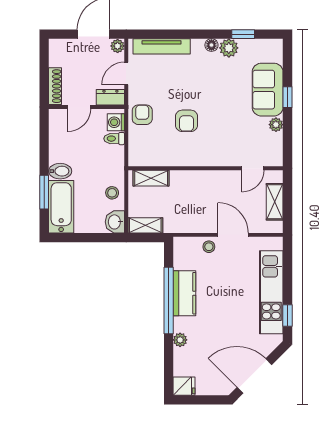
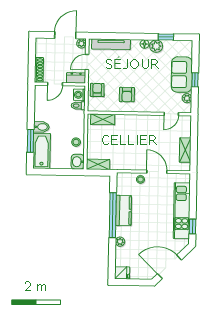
wall: (206, 168) -> (139, 113), moved
door: (253, 168) -> (171, 114), moved
shelving: (151, 178) -> (103, 119), moved

